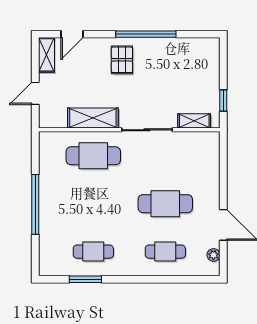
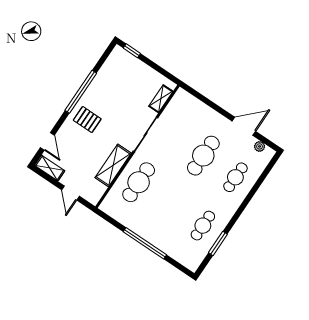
window: (223, 100) -> (132, 51), moved

